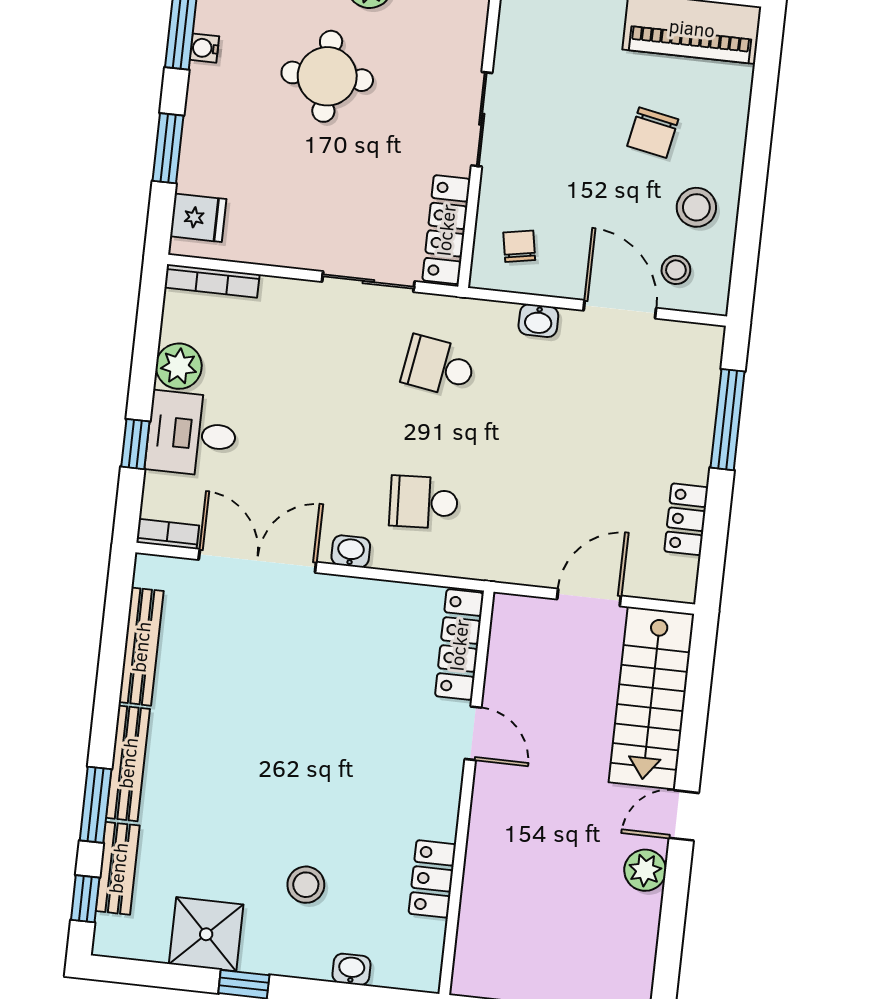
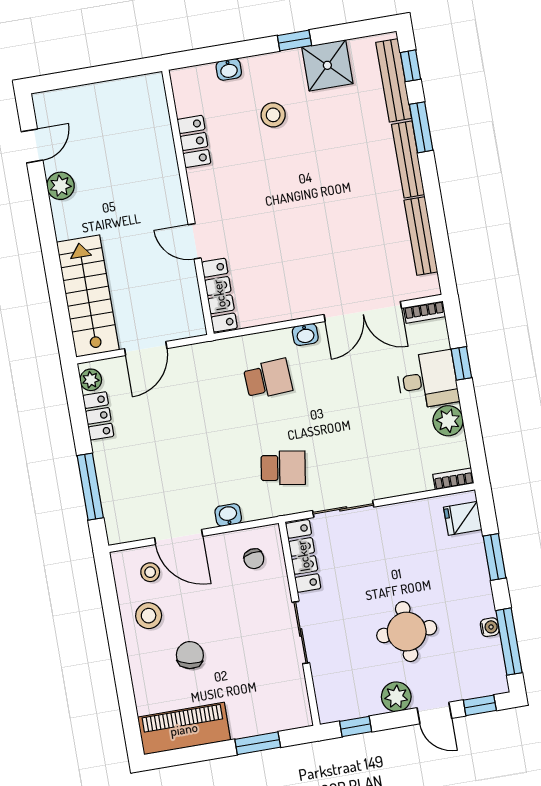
bookcase: (212, 281) -> (453, 479), width x0.64
plant: (682, 575) -> (91, 380), added
door: (684, 815) -> (32, 146), moved
bench: (118, 868) -> (394, 80), width x1.36

